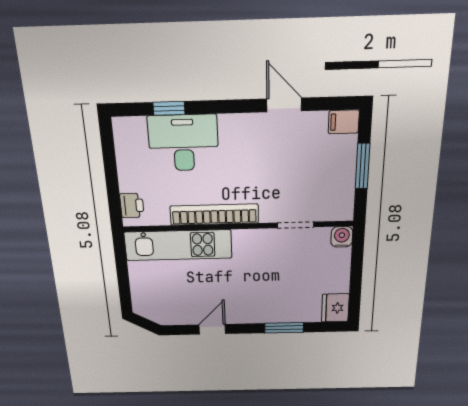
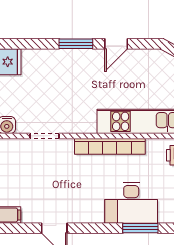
window: (169, 108) -> (140, 228), width x1.50
window: (284, 328) -> (76, 44), moved

